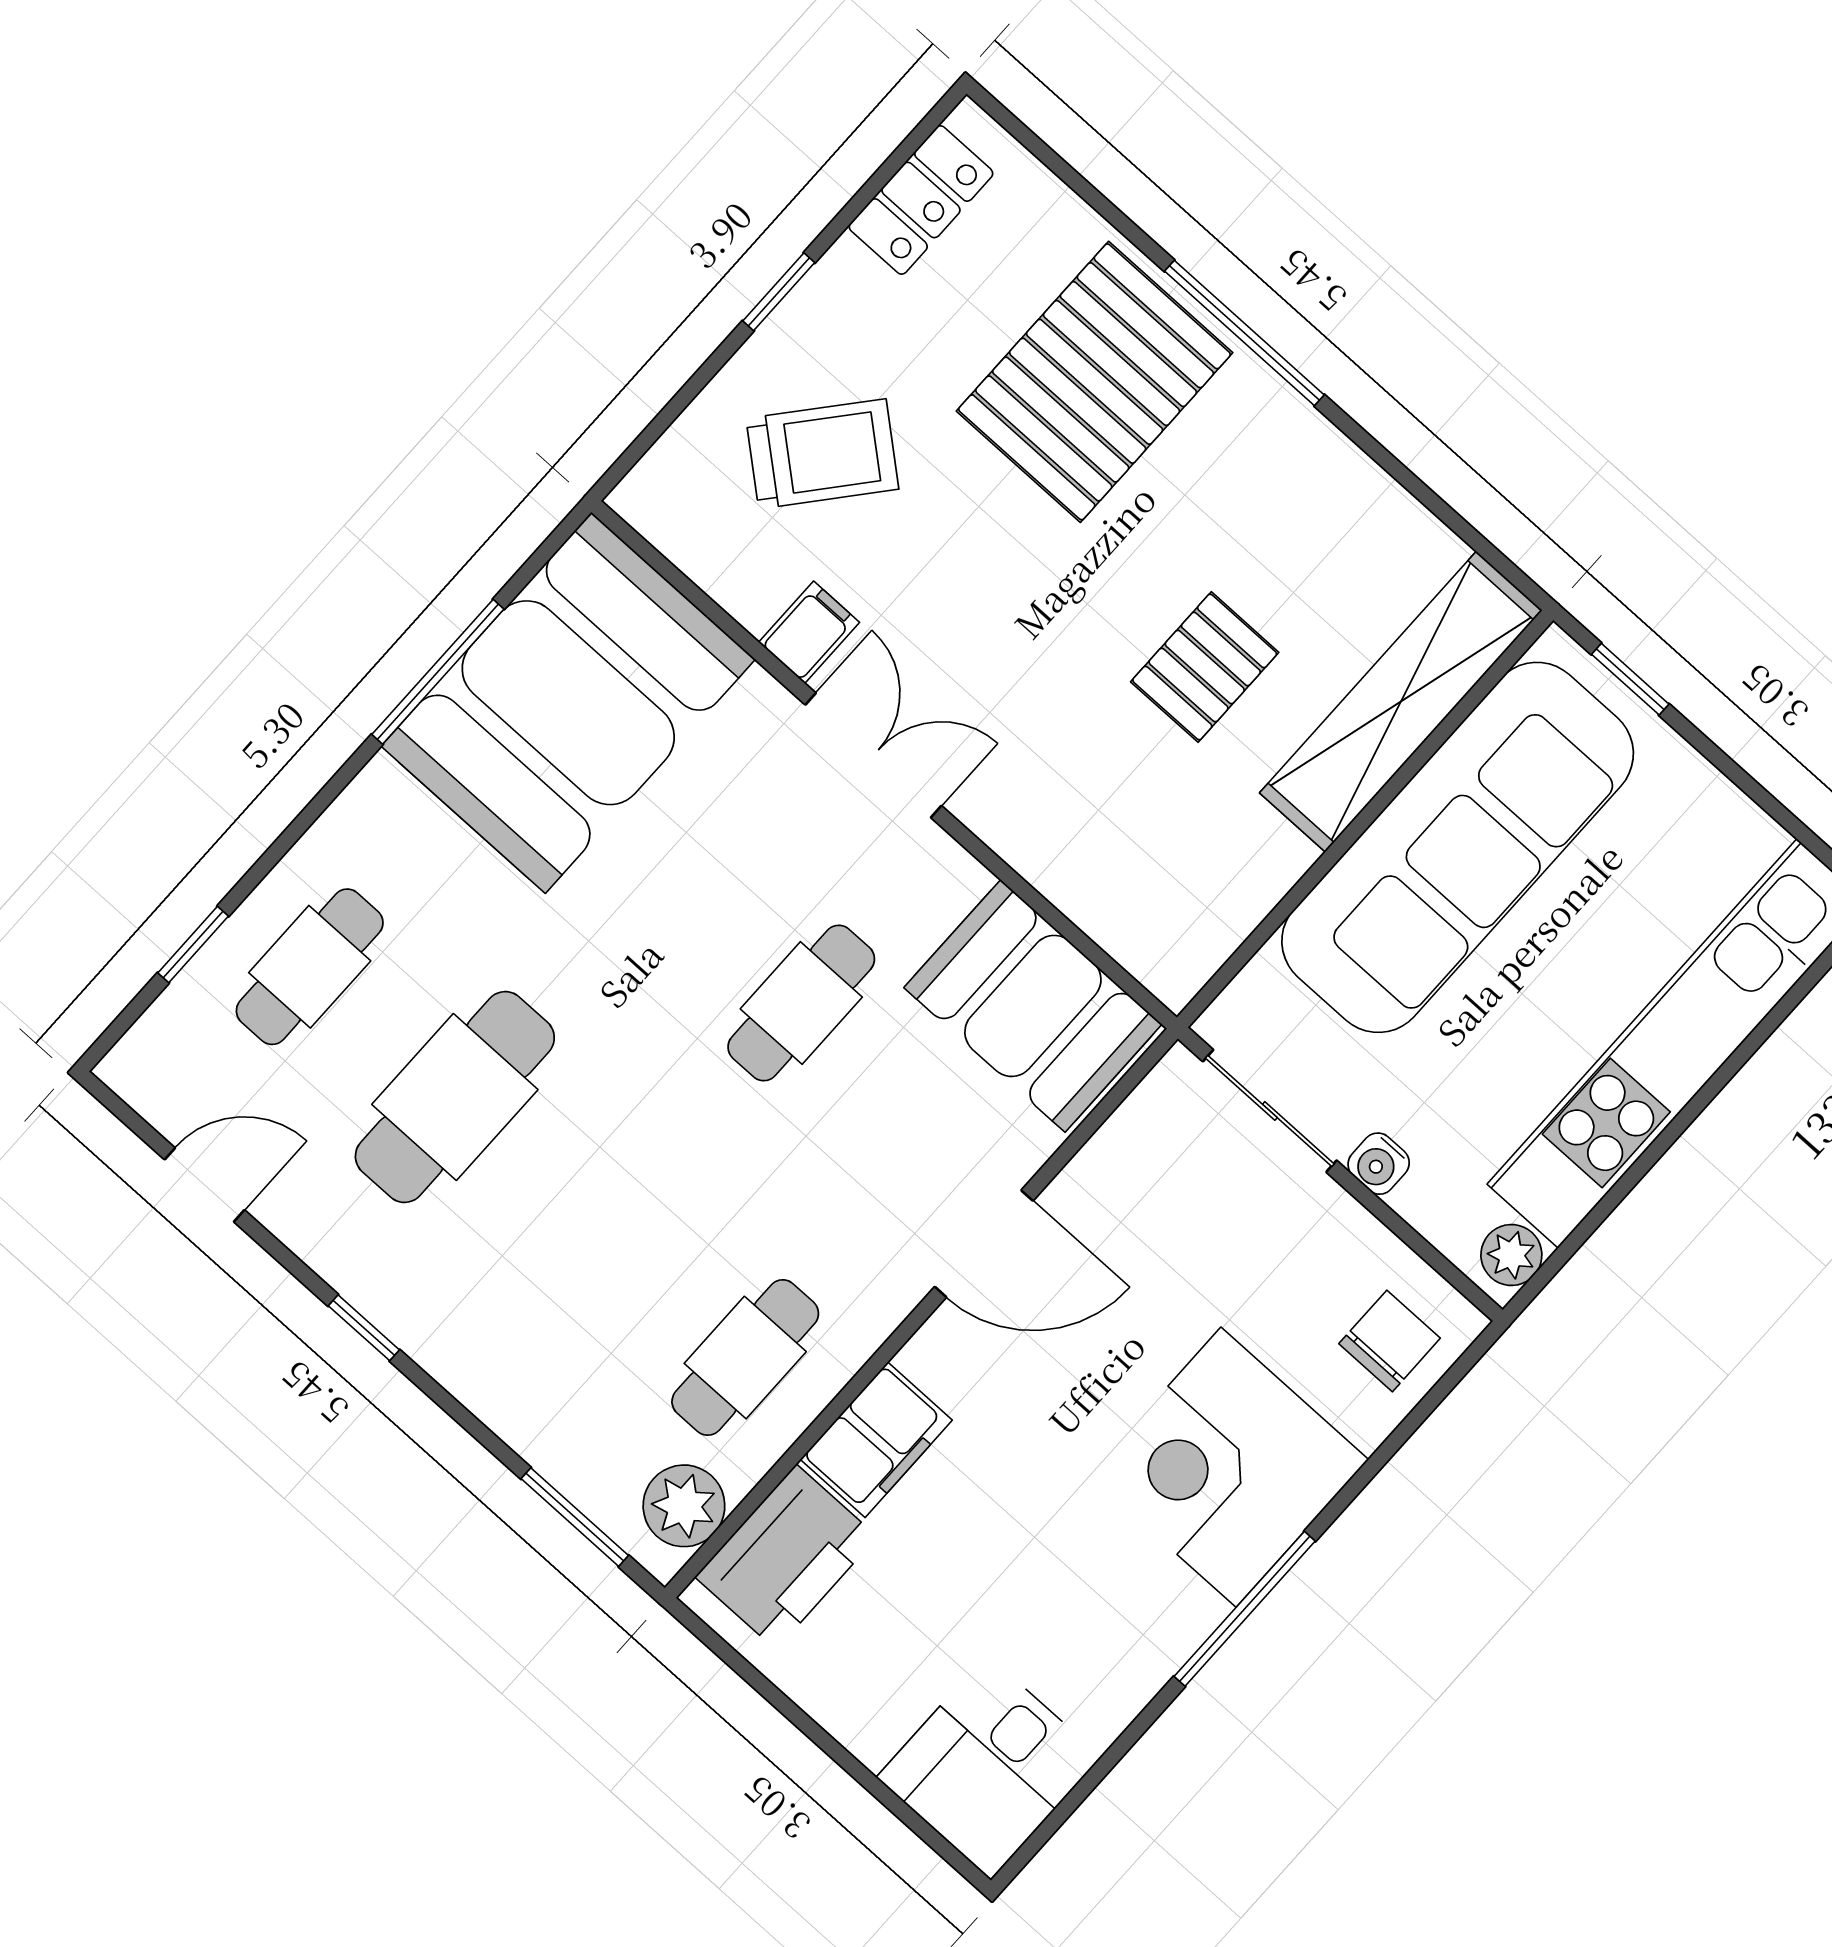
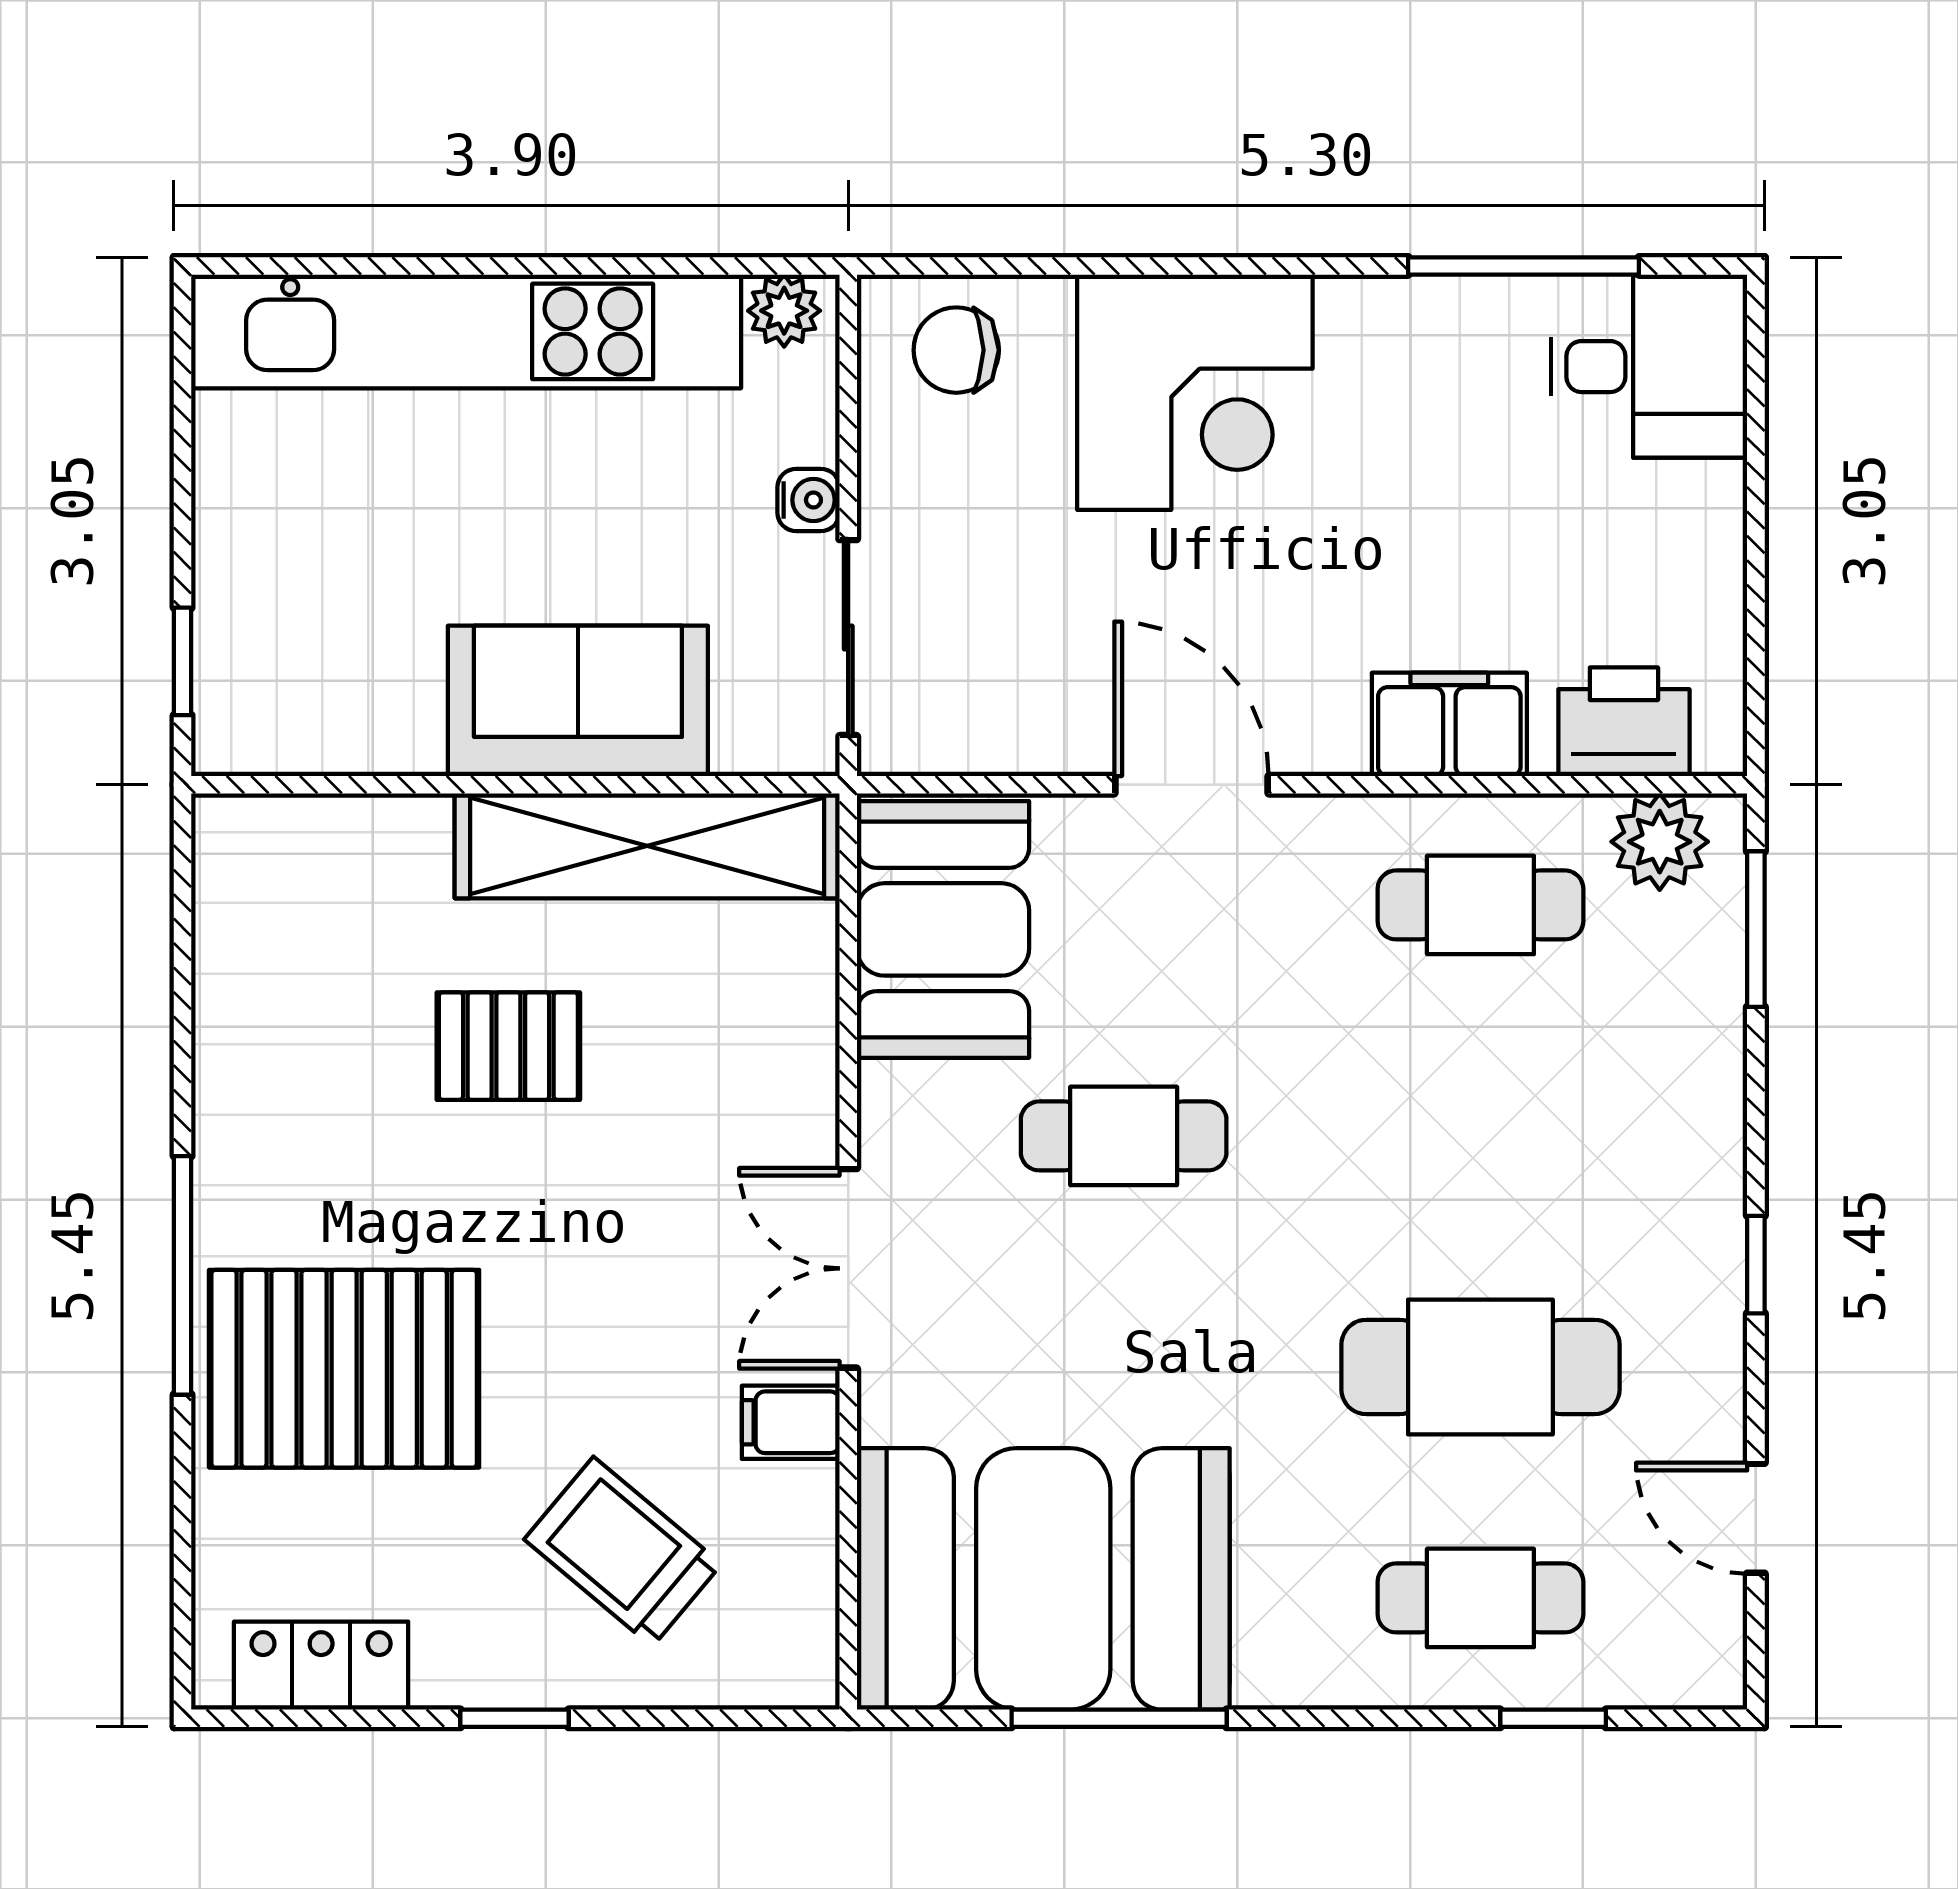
shelving: (1401, 702) -> (647, 846), moved
sofa: (1458, 847) -> (578, 701), width x0.54, depth x0.79
printer: (786, 1557) -> (1624, 722), width x0.73, depth x0.84
window: (1245, 1609) -> (1524, 266), moved

